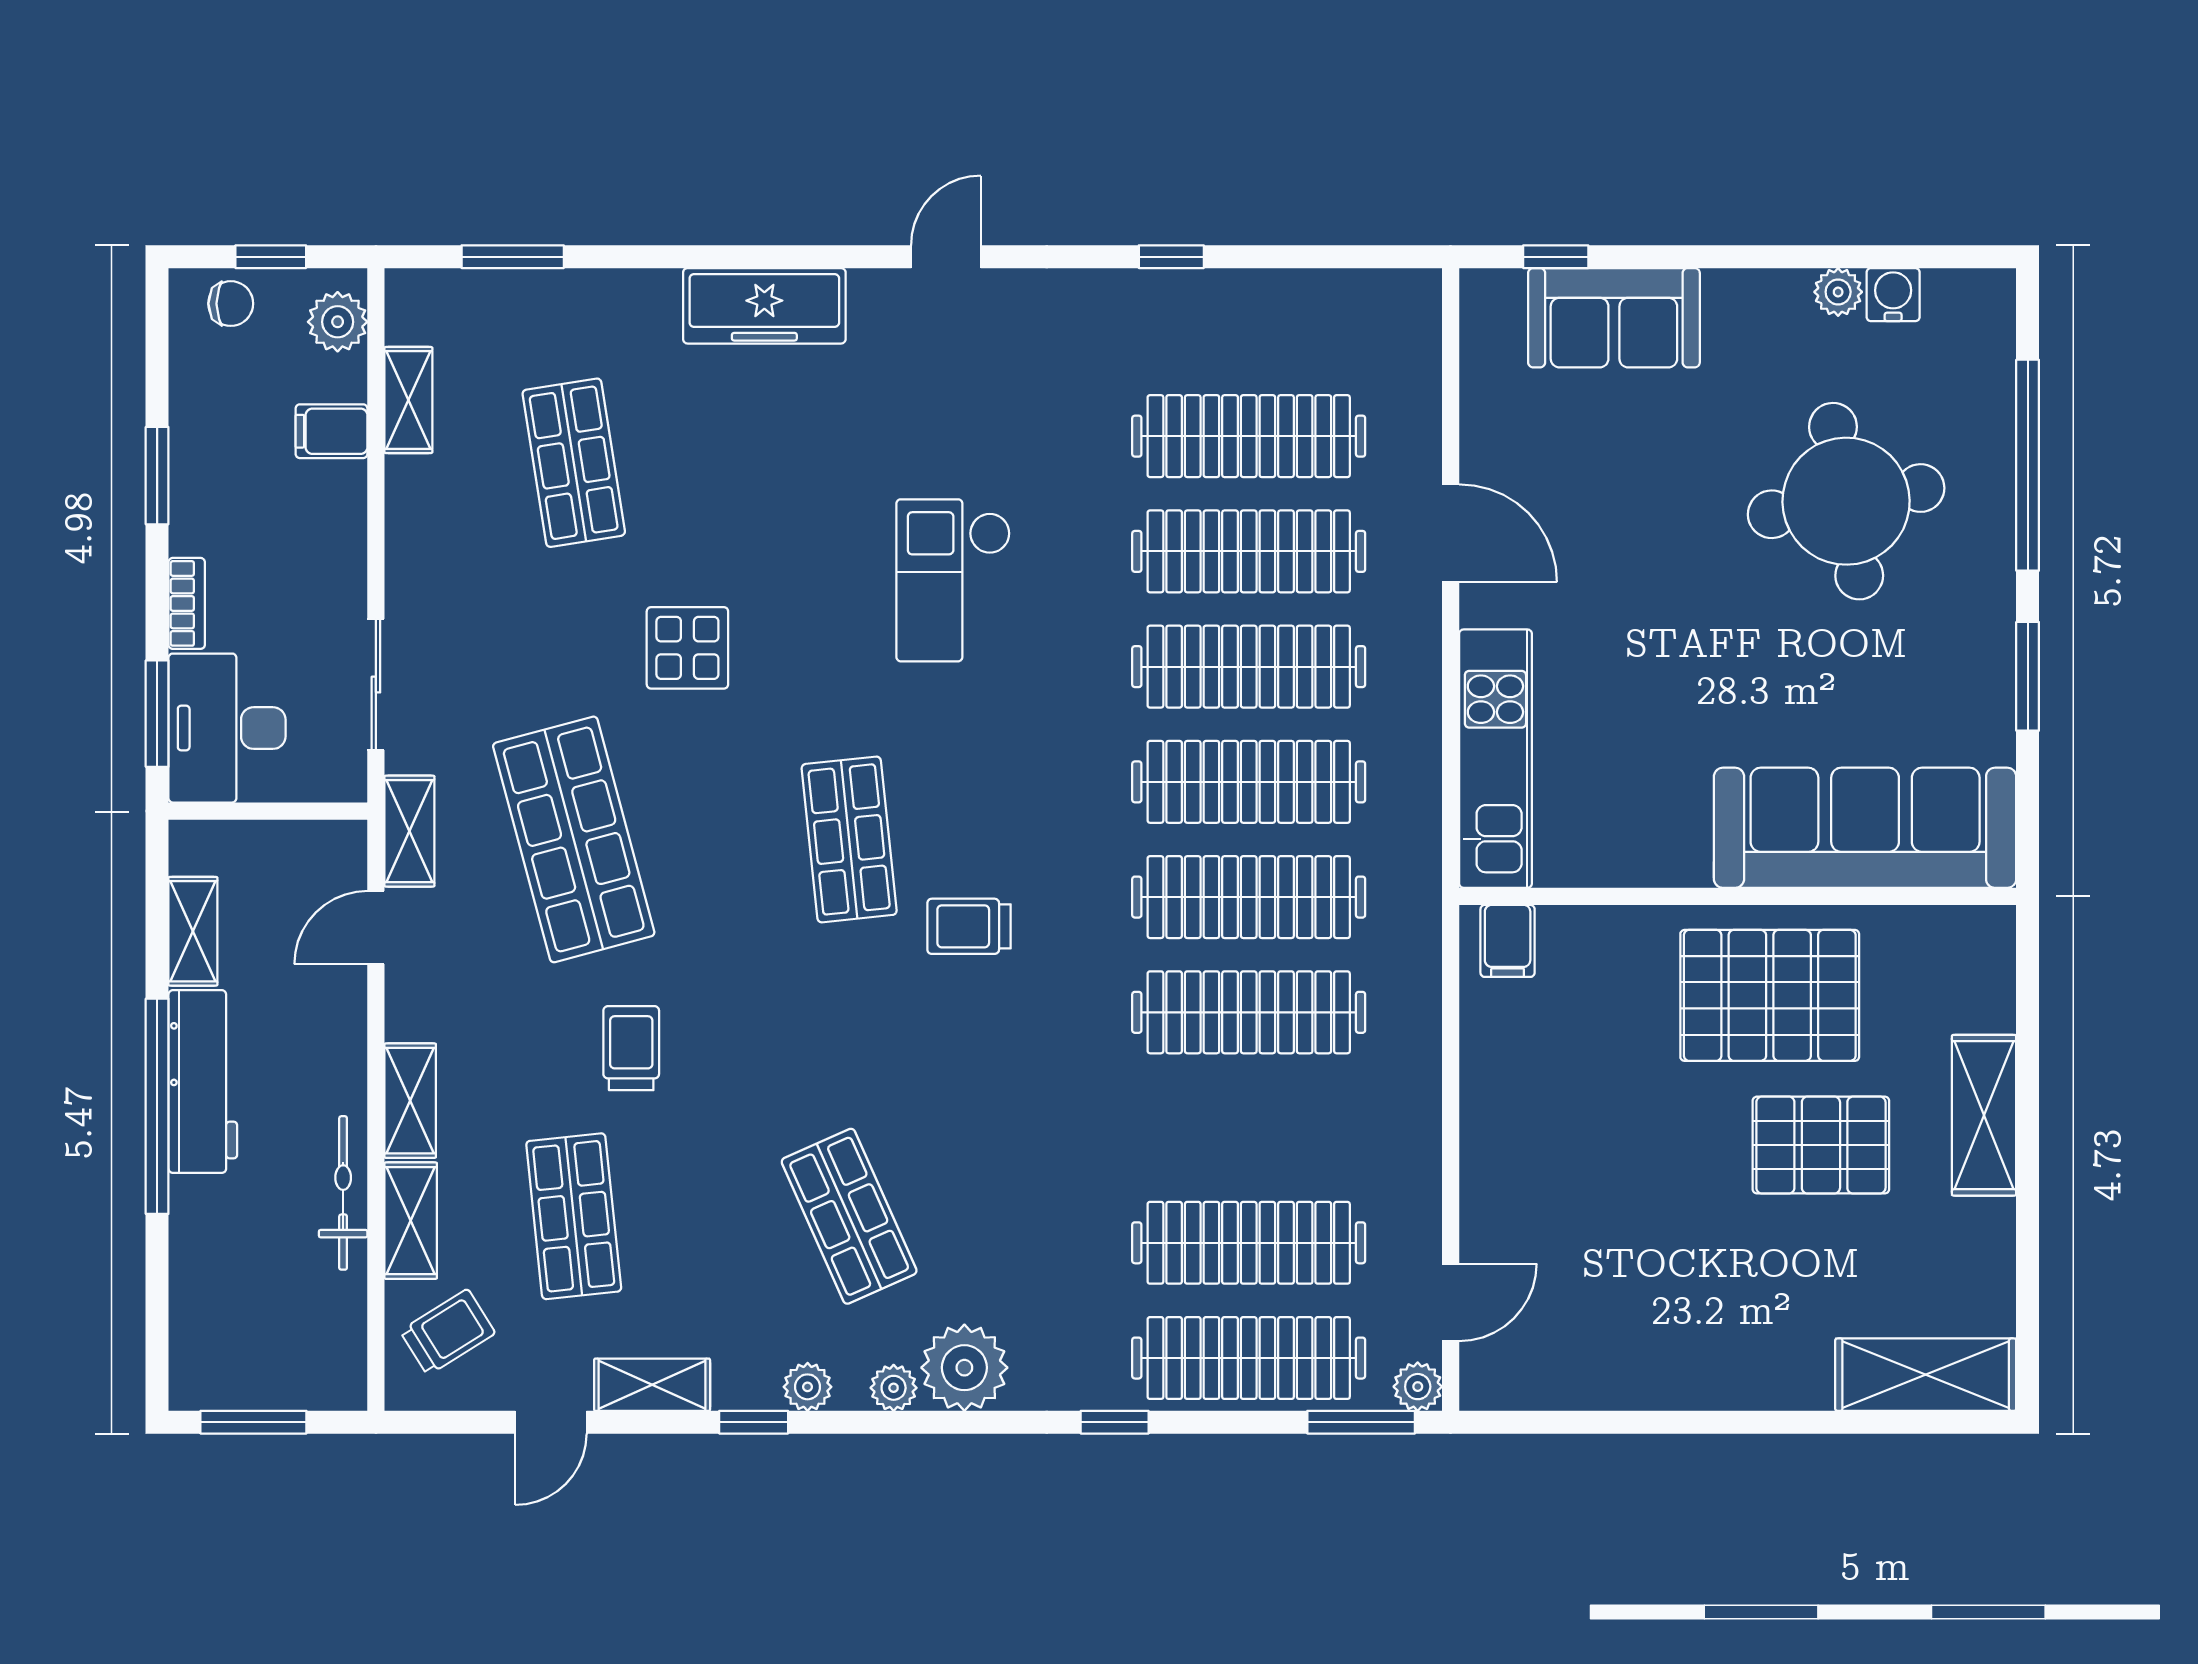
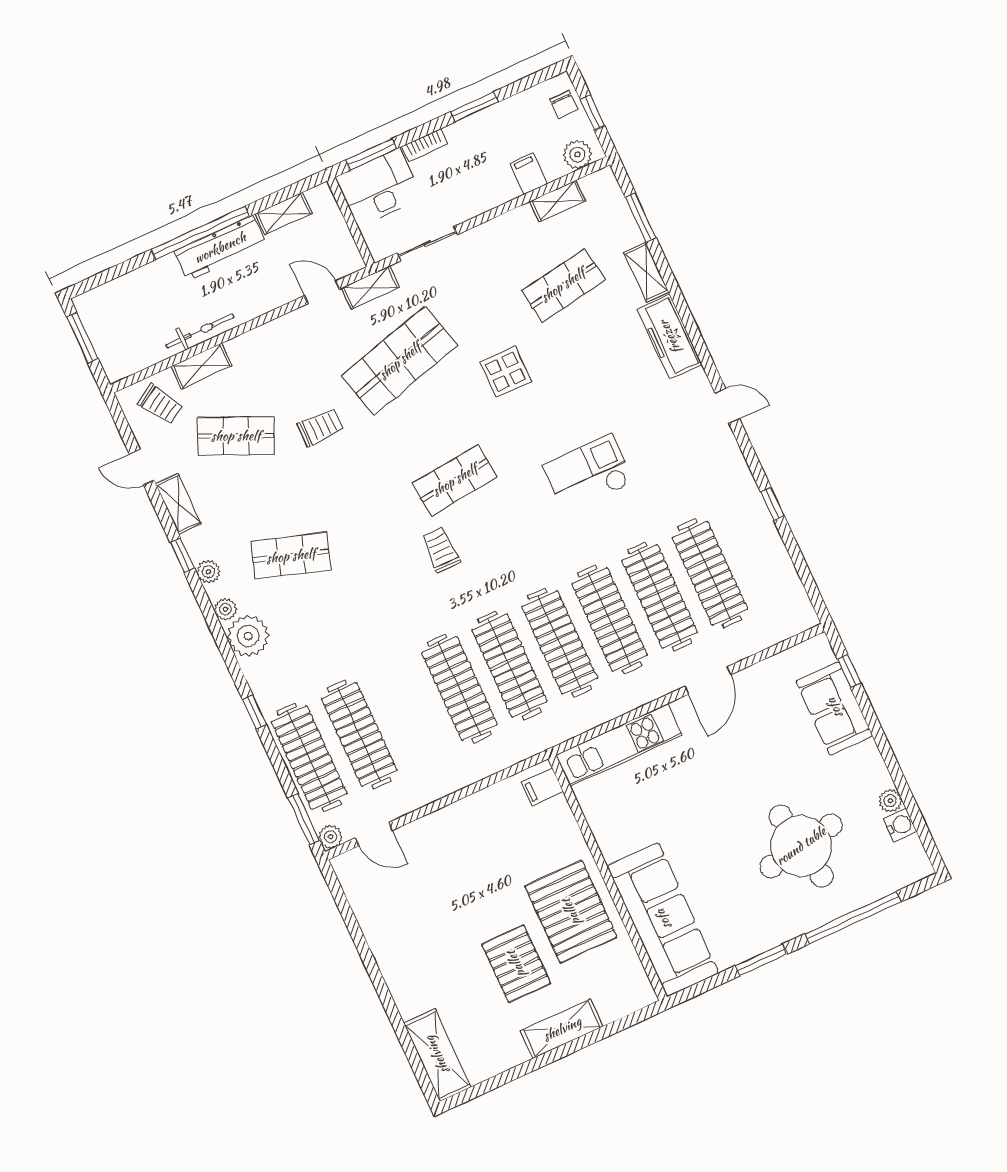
shelving: (410, 1101) -> (646, 272), moved, turned 90
shop shelf: (574, 1216) -> (236, 436), turned 30
shop shelf: (849, 1216) -> (291, 556), turned 42

